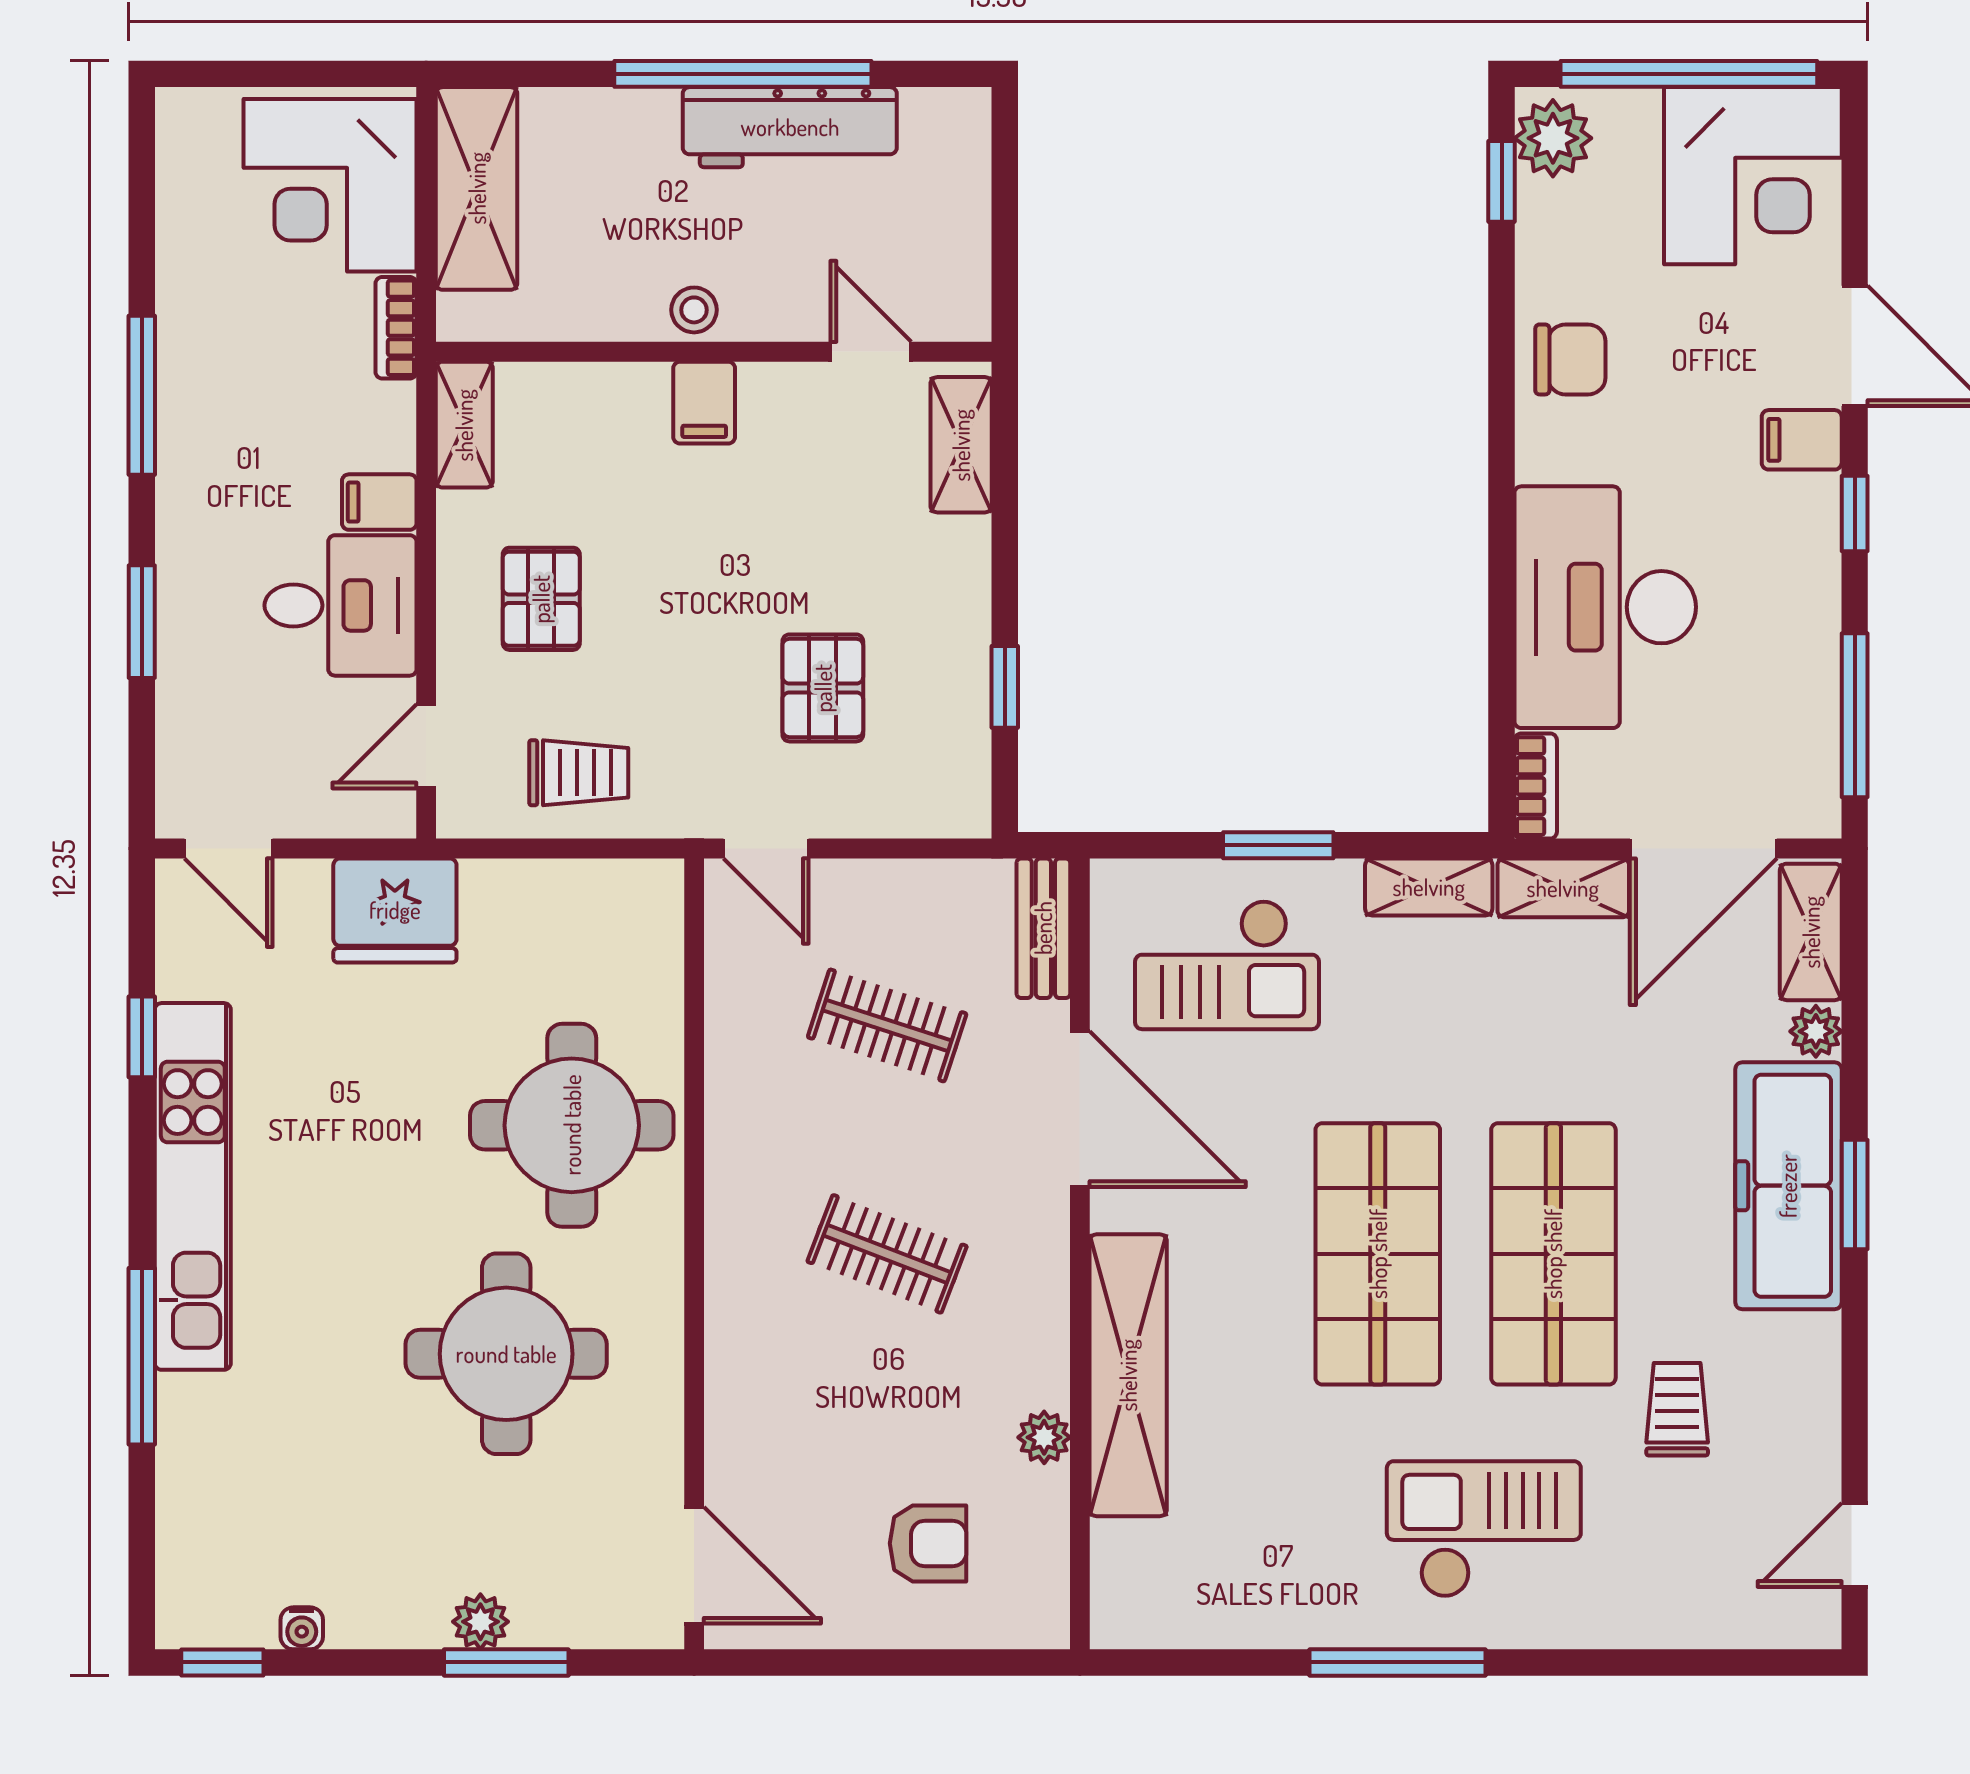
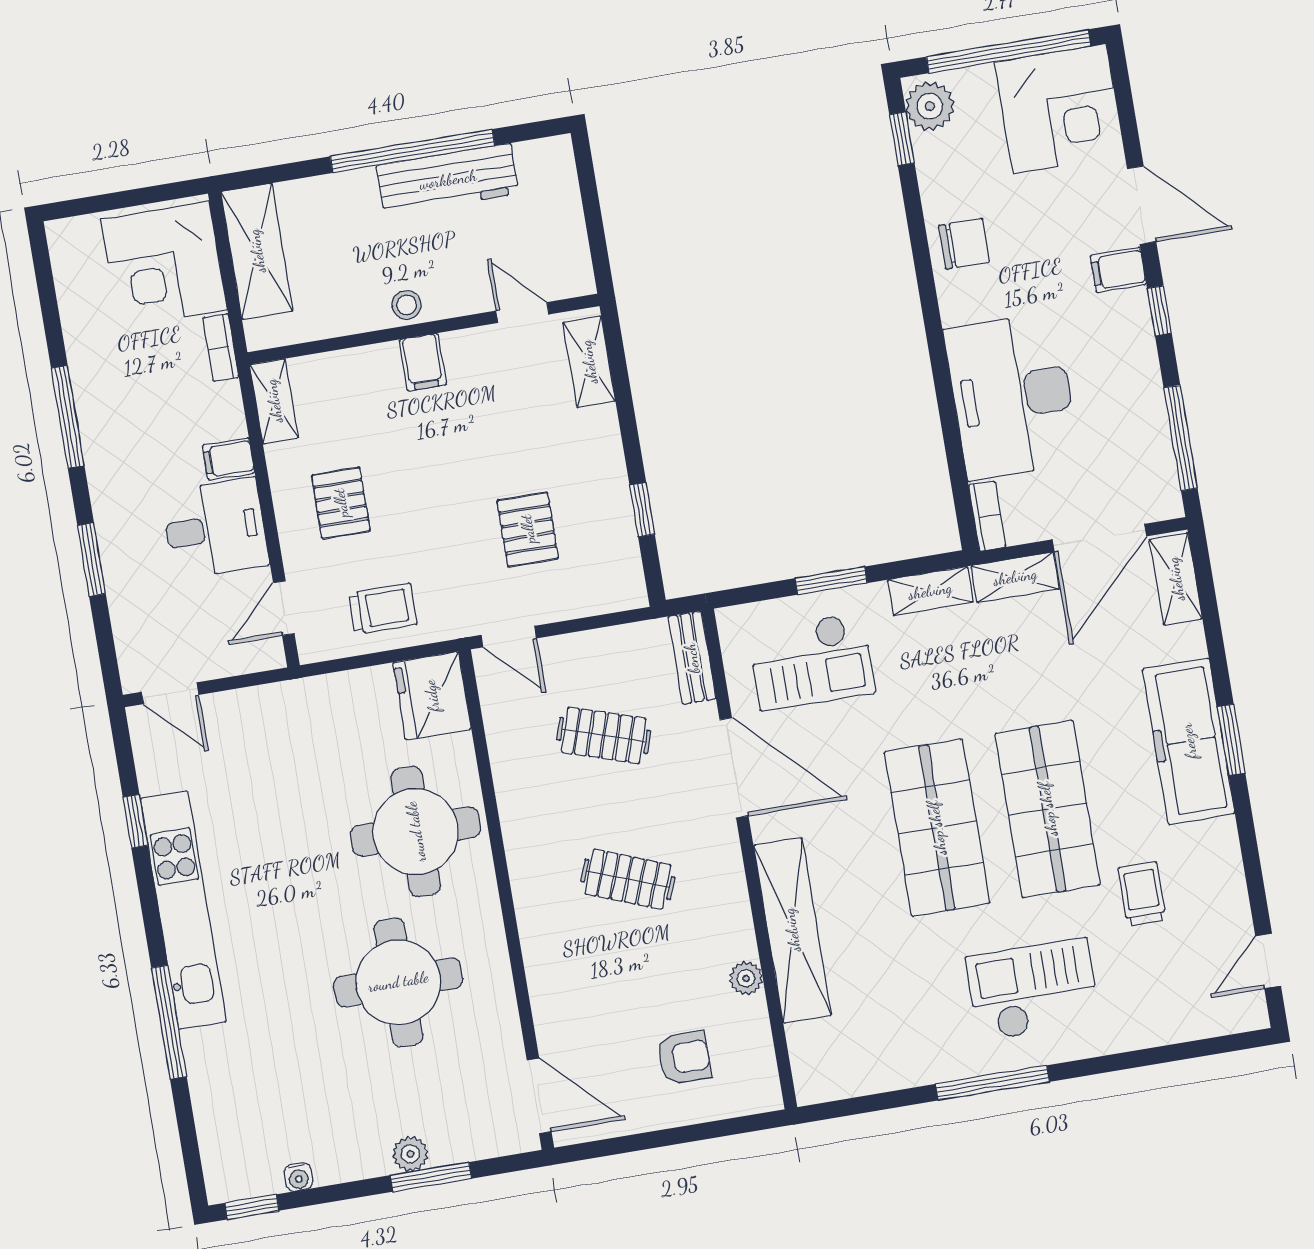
fridge: (395, 910) -> (432, 696), moved, turned 90
plant: (1816, 1031) -> (1189, 641), removed

